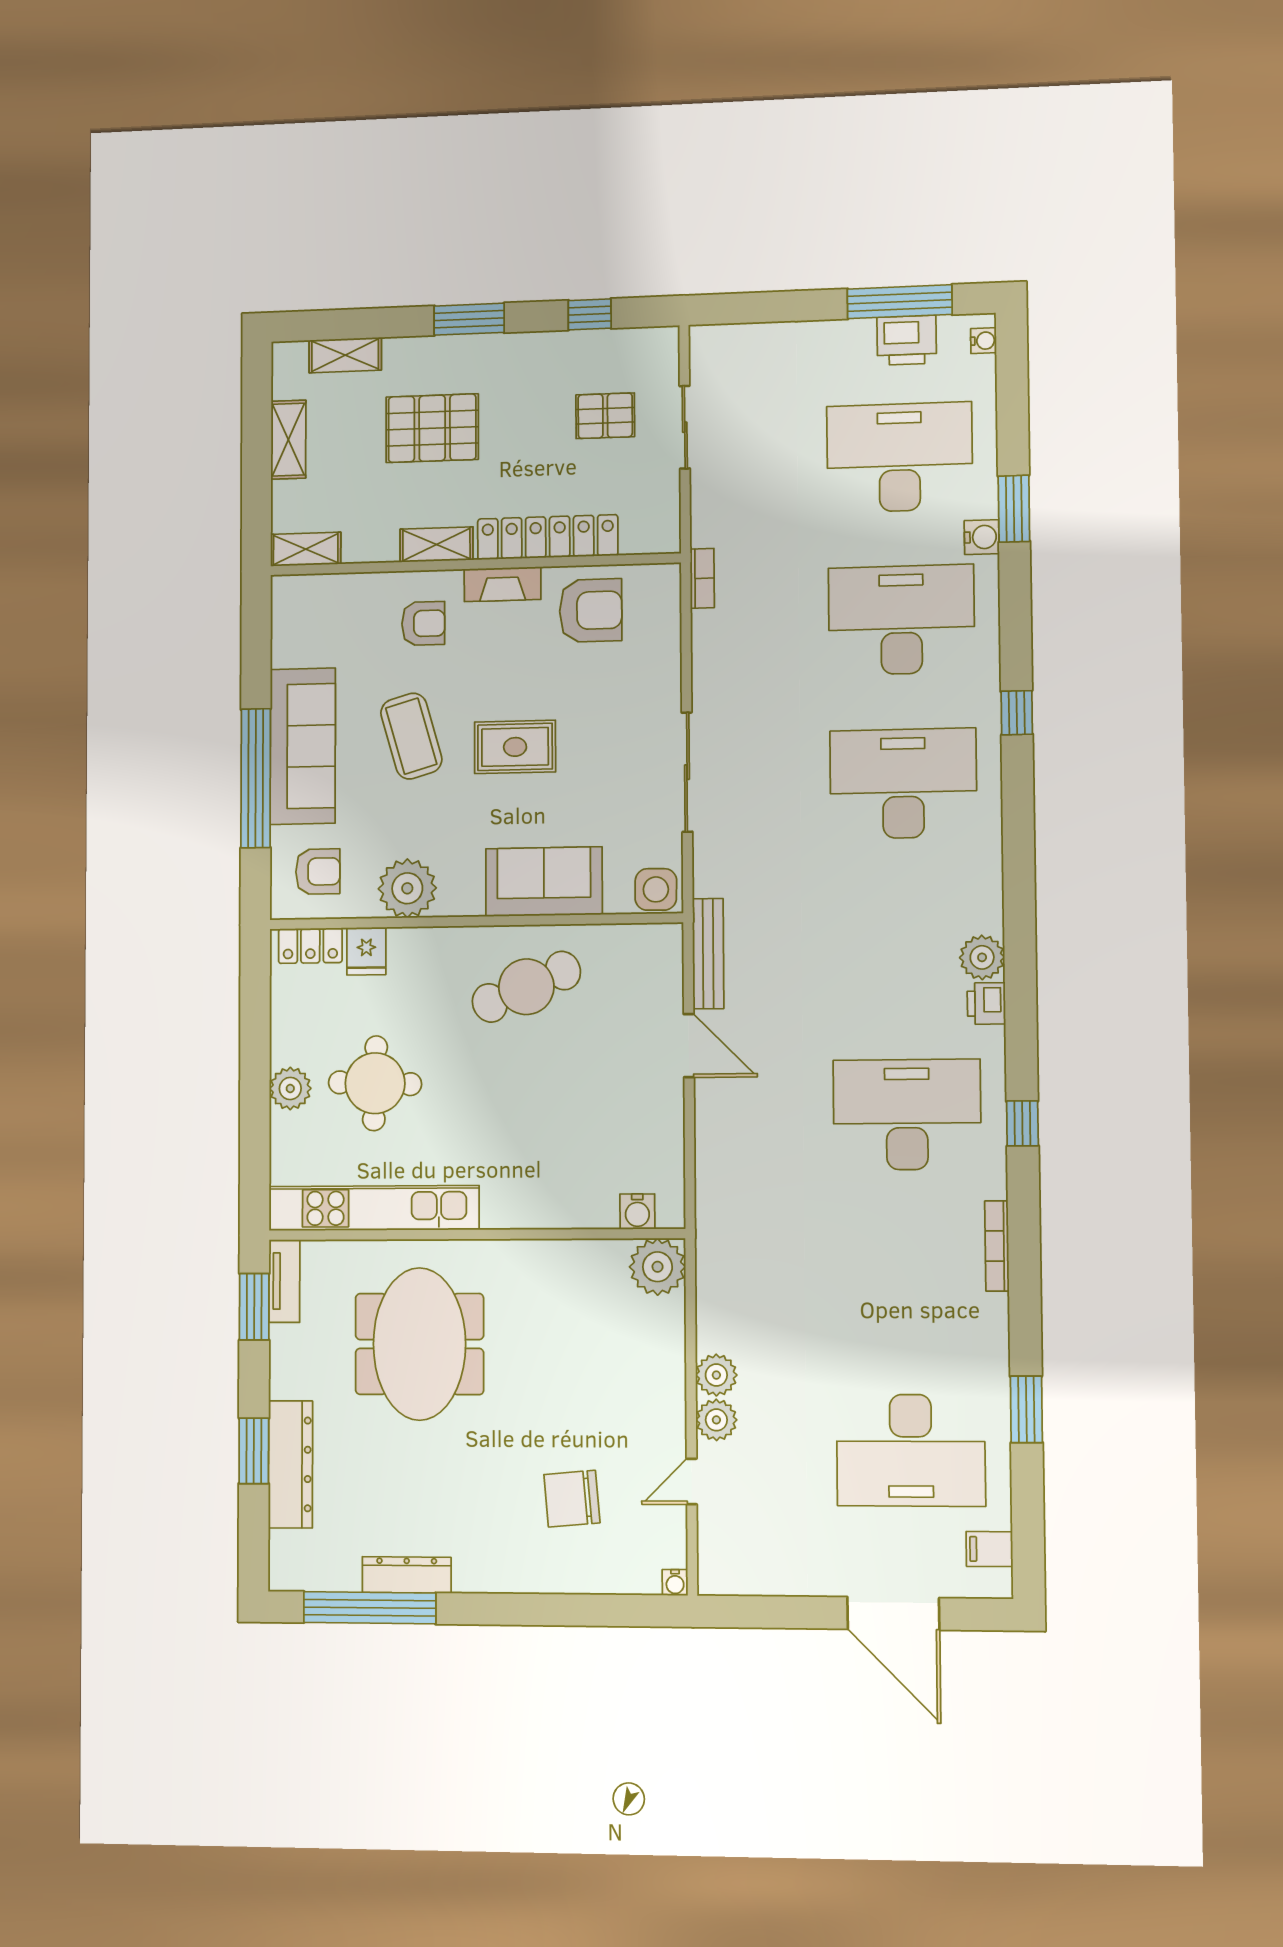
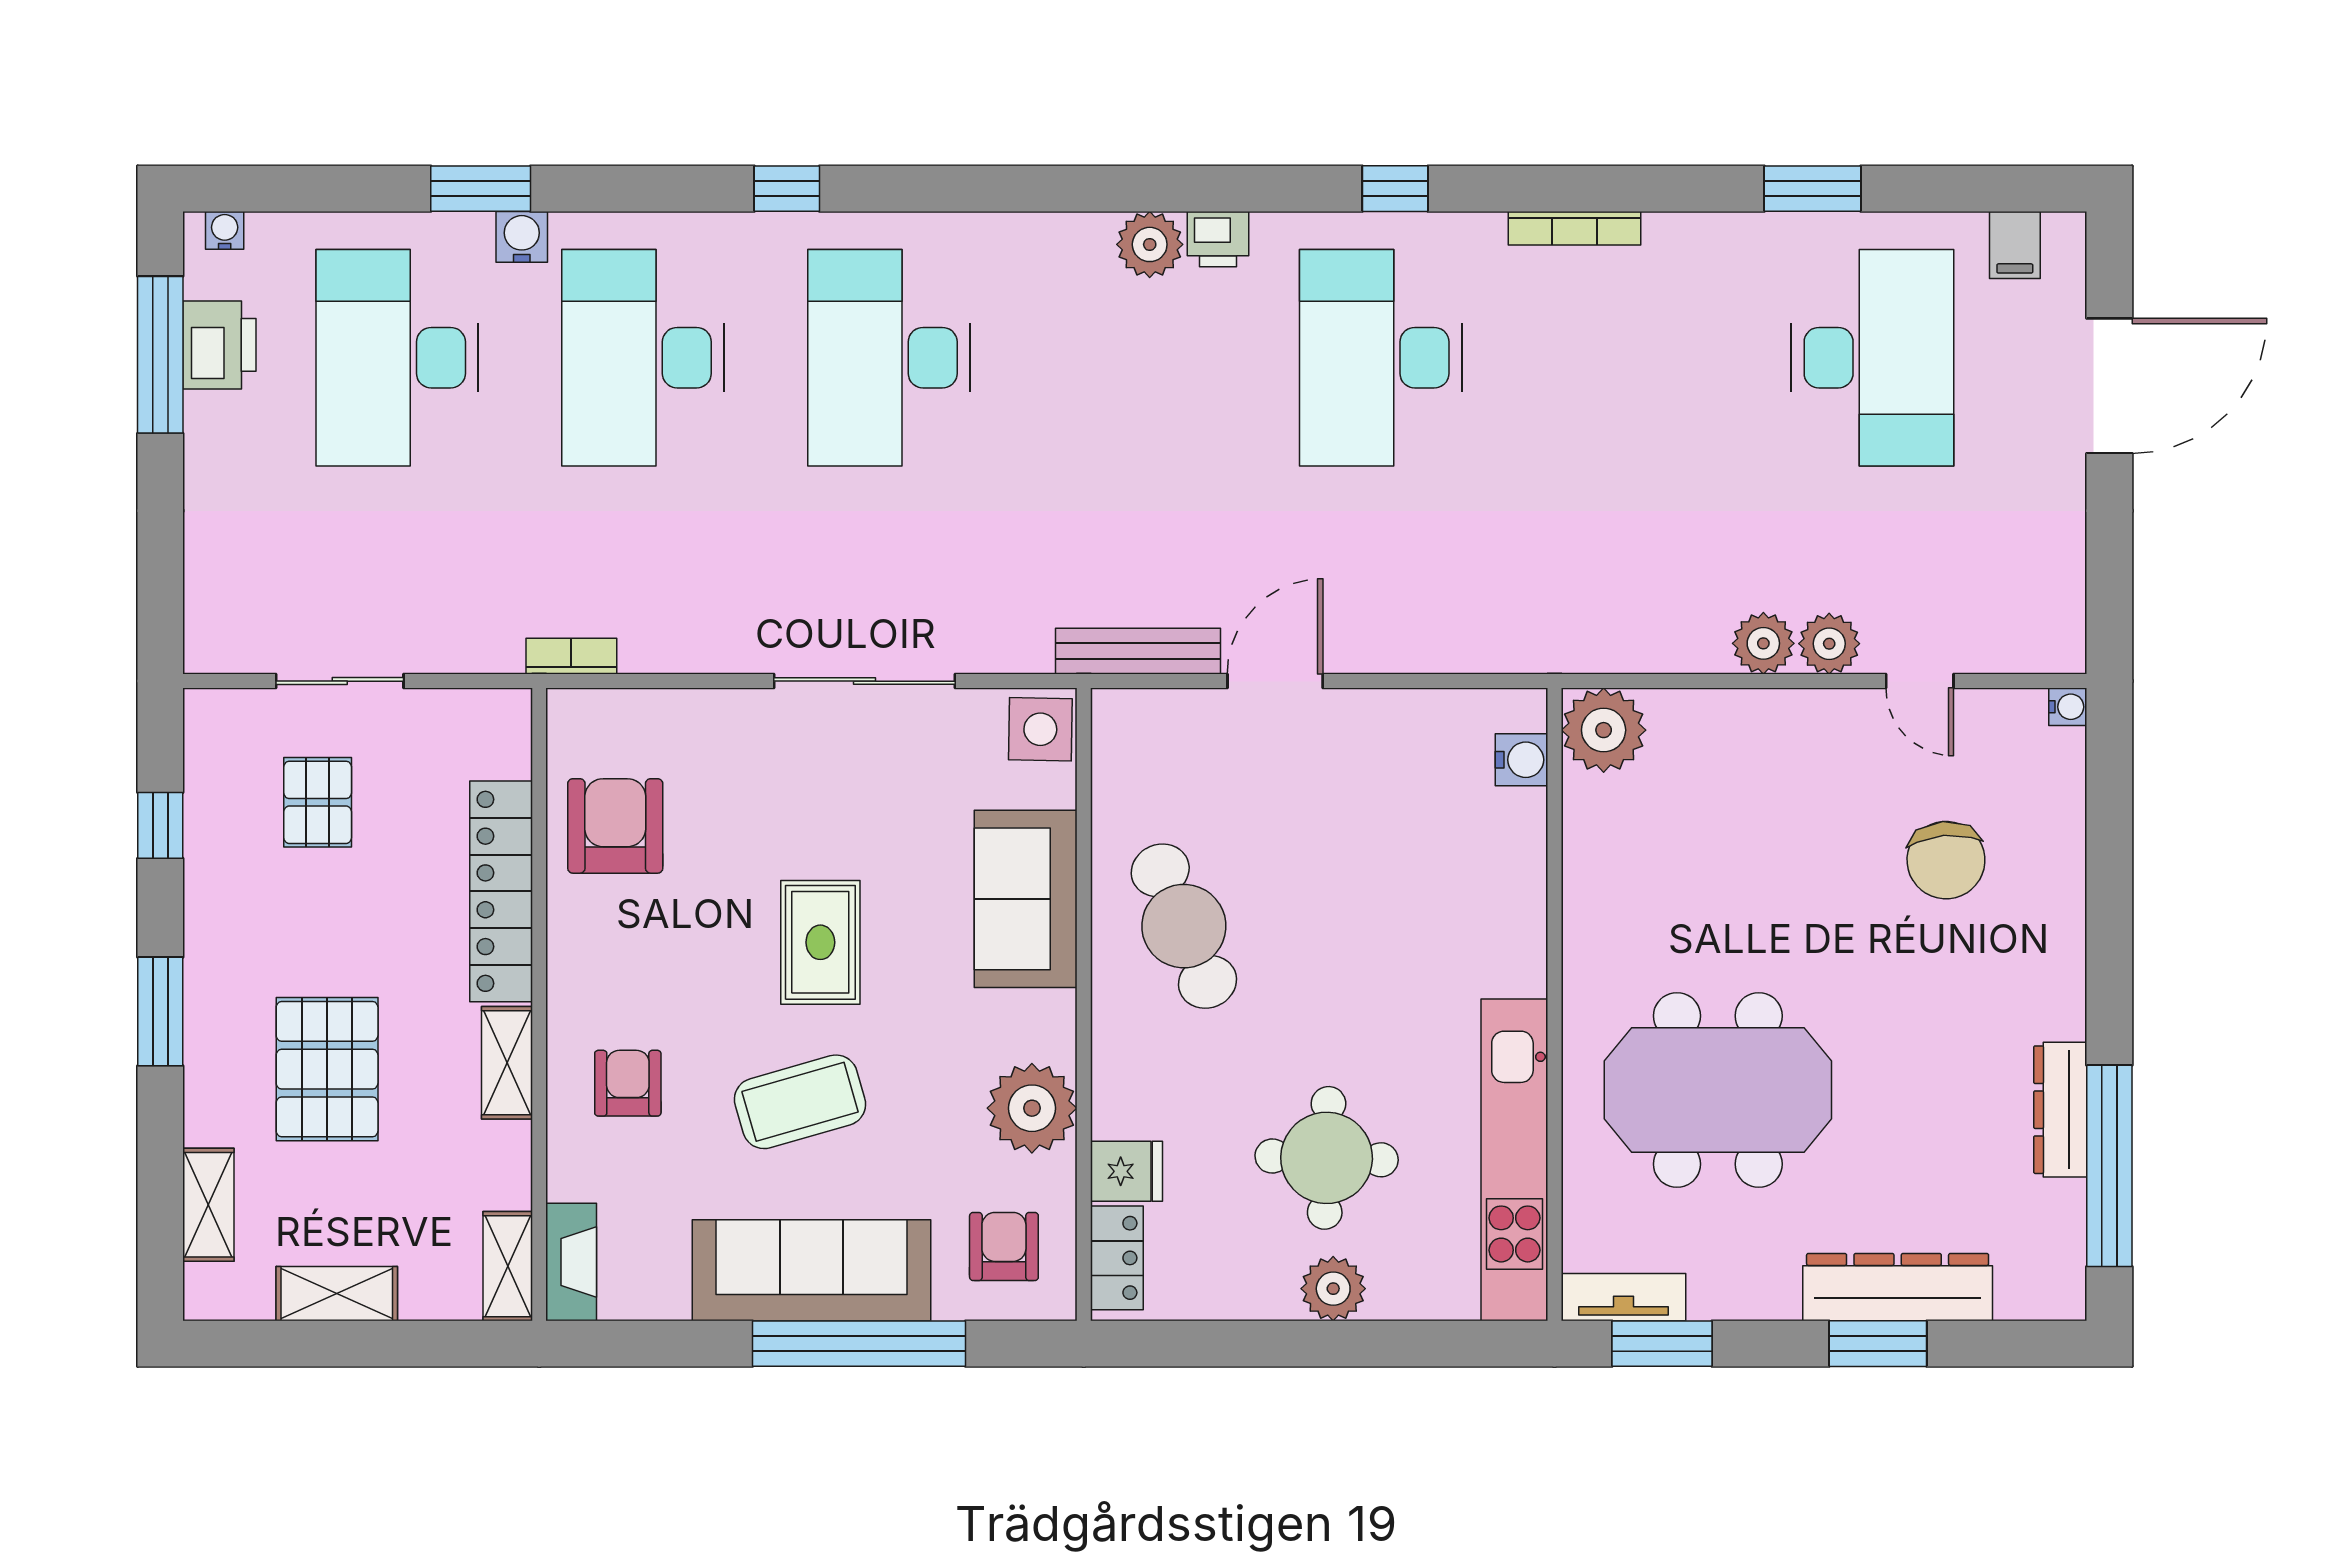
fireplace: (502, 584) -> (571, 1262), moved

